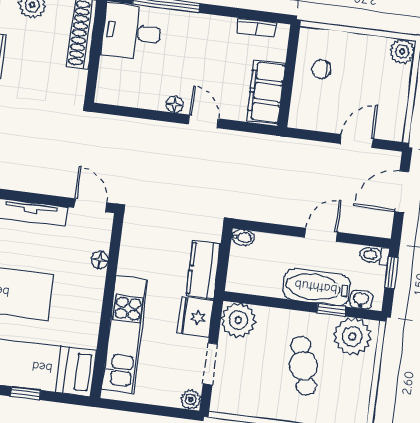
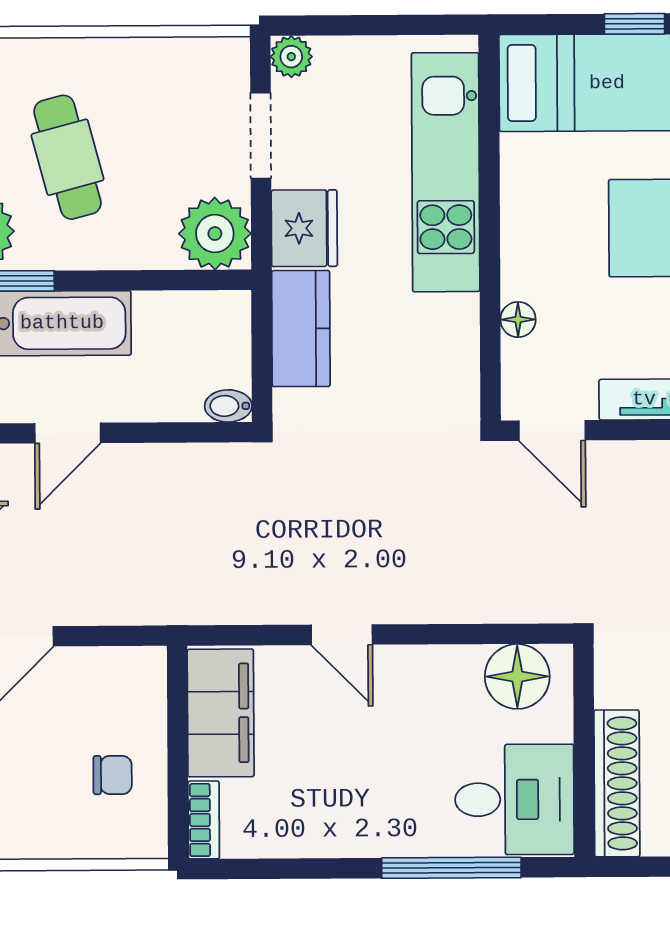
bookcase: (257, 28) -> (204, 820), moved, turned 90
floor lamp: (175, 105) -> (517, 676), moved, width x1.89, depth x1.89

